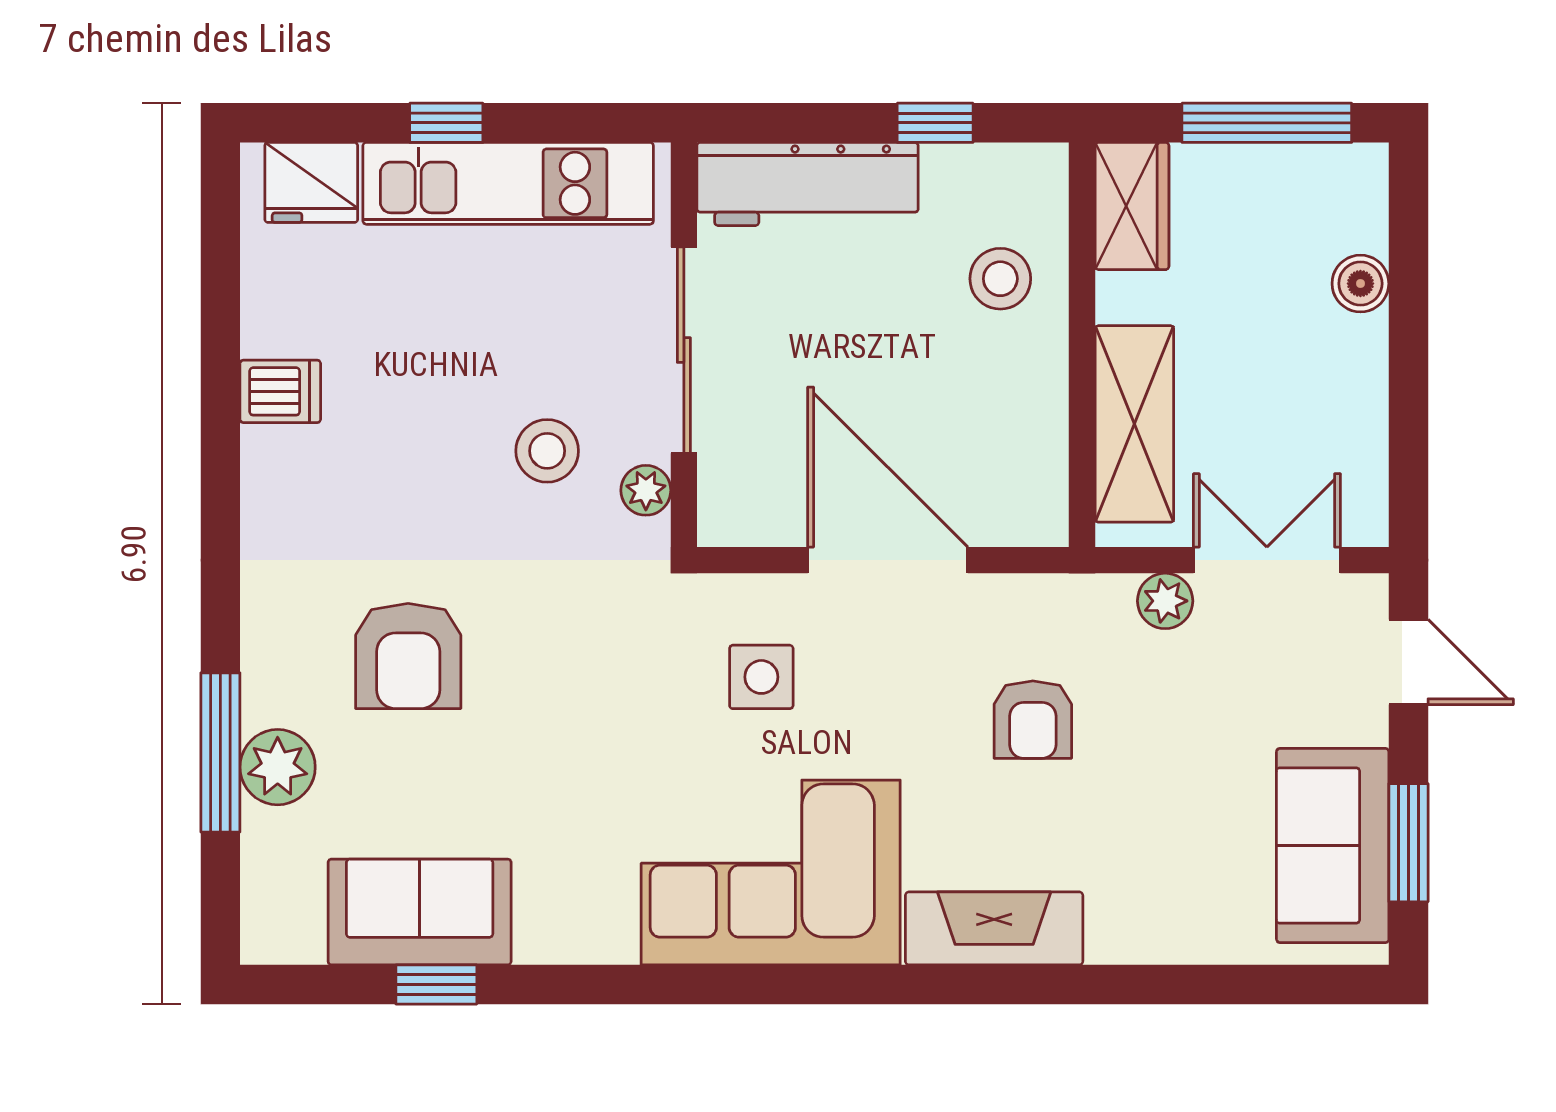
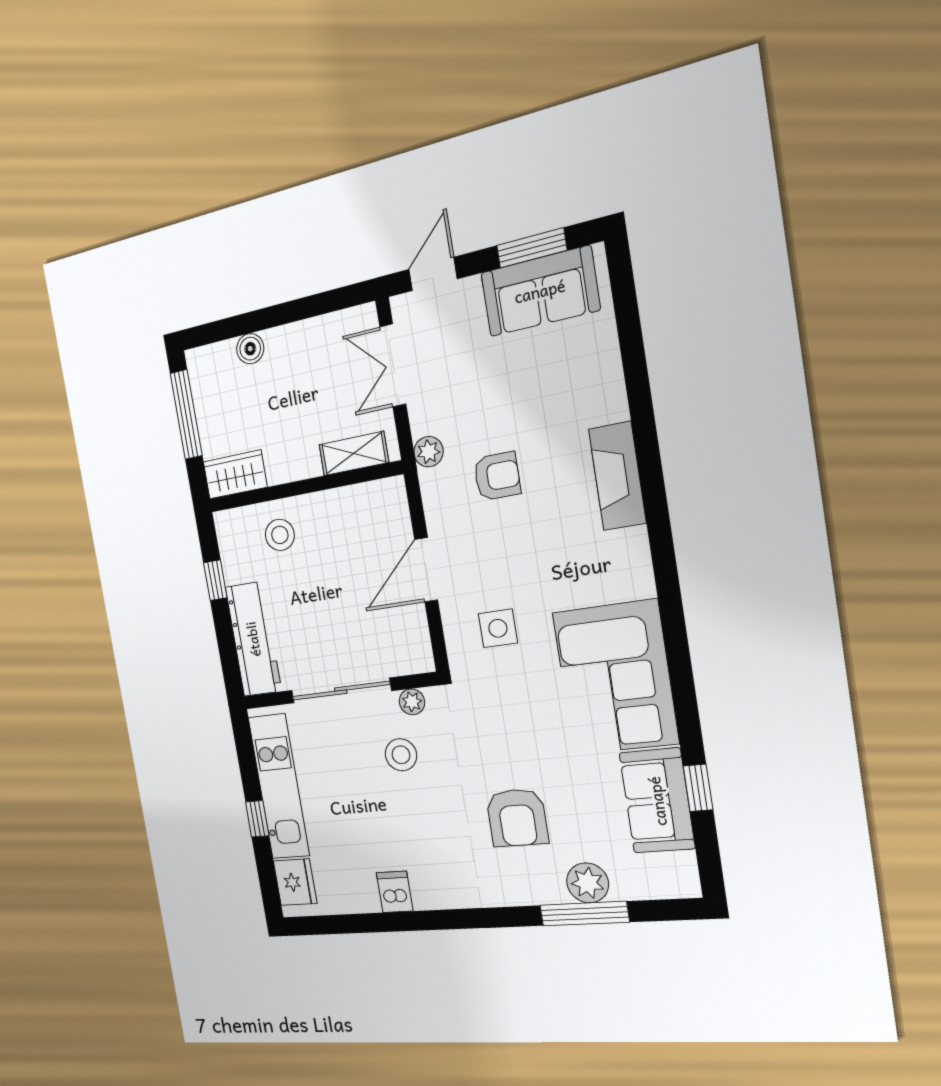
shelving: (1134, 424) -> (354, 454), width x0.67, depth x0.75
door: (888, 560) -> (426, 570), width x0.73
plant: (1165, 601) -> (428, 452), moved
armchair: (408, 656) -> (517, 818), turned 90
corner sofa: (771, 872) -> (615, 678), moved

